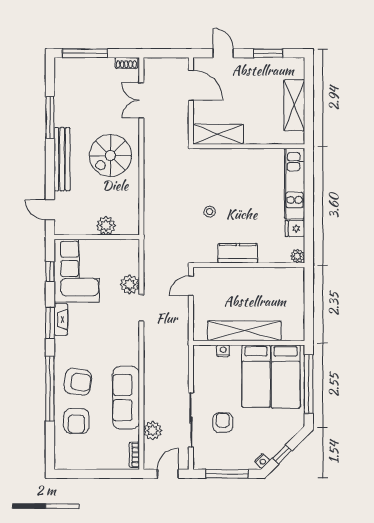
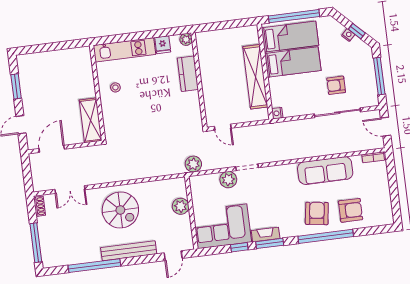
shelving: (294, 105) -> (58, 59), removed
window: (50, 117) -> (94, 266), width x1.46
stool: (210, 212) -> (115, 87), moved
kitchen counter: (238, 253) -> (188, 74), moved
window: (50, 272) -> (239, 247), moved
nightstand: (223, 351) -> (277, 113), moved
plant: (153, 430) -> (193, 164), moved
nightstand: (262, 461) -> (348, 35), moved

